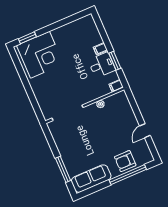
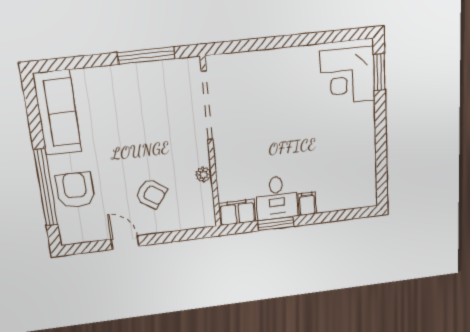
corner desk: (40, 55) -> (348, 76), width x0.74, depth x0.74
filing cabinet: (116, 86) -> (237, 212), width x2.00
armchair: (117, 126) -> (151, 194), added
window: (63, 169) -> (146, 56), moved

